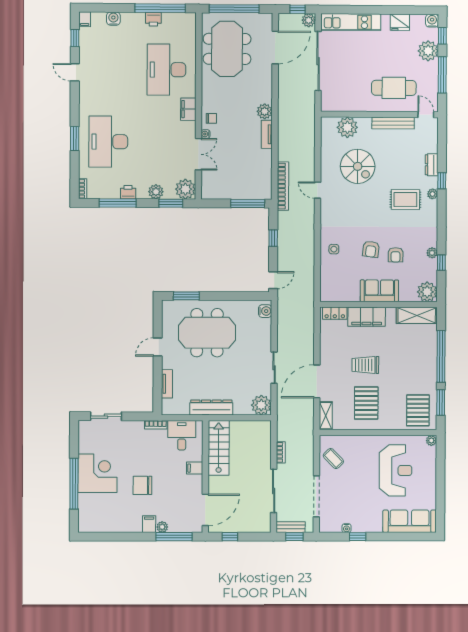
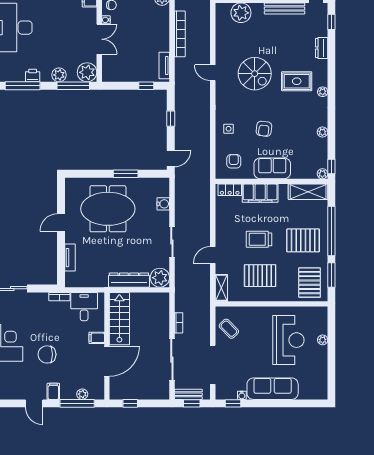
tv unit: (267, 134) -> (164, 65), moved
spiral stairs: (358, 166) -> (255, 74), moved
window: (442, 181) -> (331, 22), moved
bookcase: (283, 186) -> (180, 34), moved
plant: (432, 194) -> (323, 92), moved
window: (171, 203) -> (73, 86), width x1.44
window: (248, 204) -> (146, 86), width x0.46
armchair: (396, 255) -> (234, 161), moved, turned 180
window: (441, 263) -> (331, 167), moved
plant: (427, 292) -> (322, 174), width x0.53, depth x0.53
window: (186, 296) -> (126, 174), moved
water cooler: (265, 311) -> (163, 204), moved
pallet: (411, 366) -> (303, 240), added
door: (317, 381) -> (213, 255), width x0.53
pallet: (366, 403) -> (260, 276), turned 90
dresser: (211, 407) -> (129, 280), moved
plant: (431, 441) -> (323, 340), moved
door: (205, 510) -> (107, 361), moved
sofa: (410, 521) -> (273, 389), moved
plant: (162, 527) -> (82, 394), moved
door: (129, 537) -> (34, 403), added
window: (358, 537) -> (233, 403), moved

